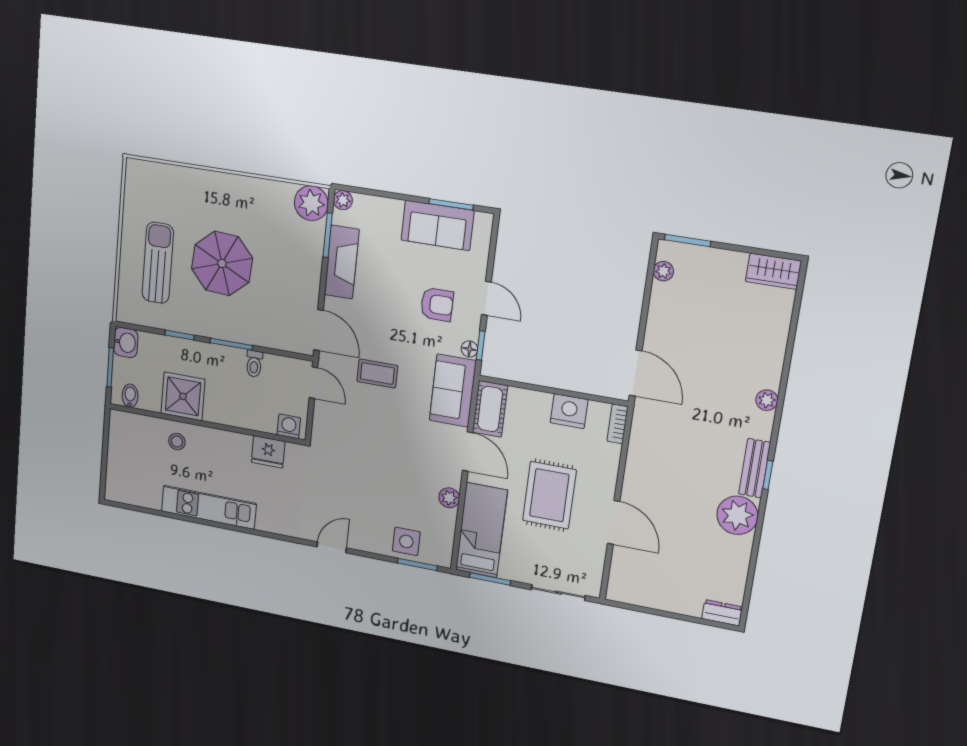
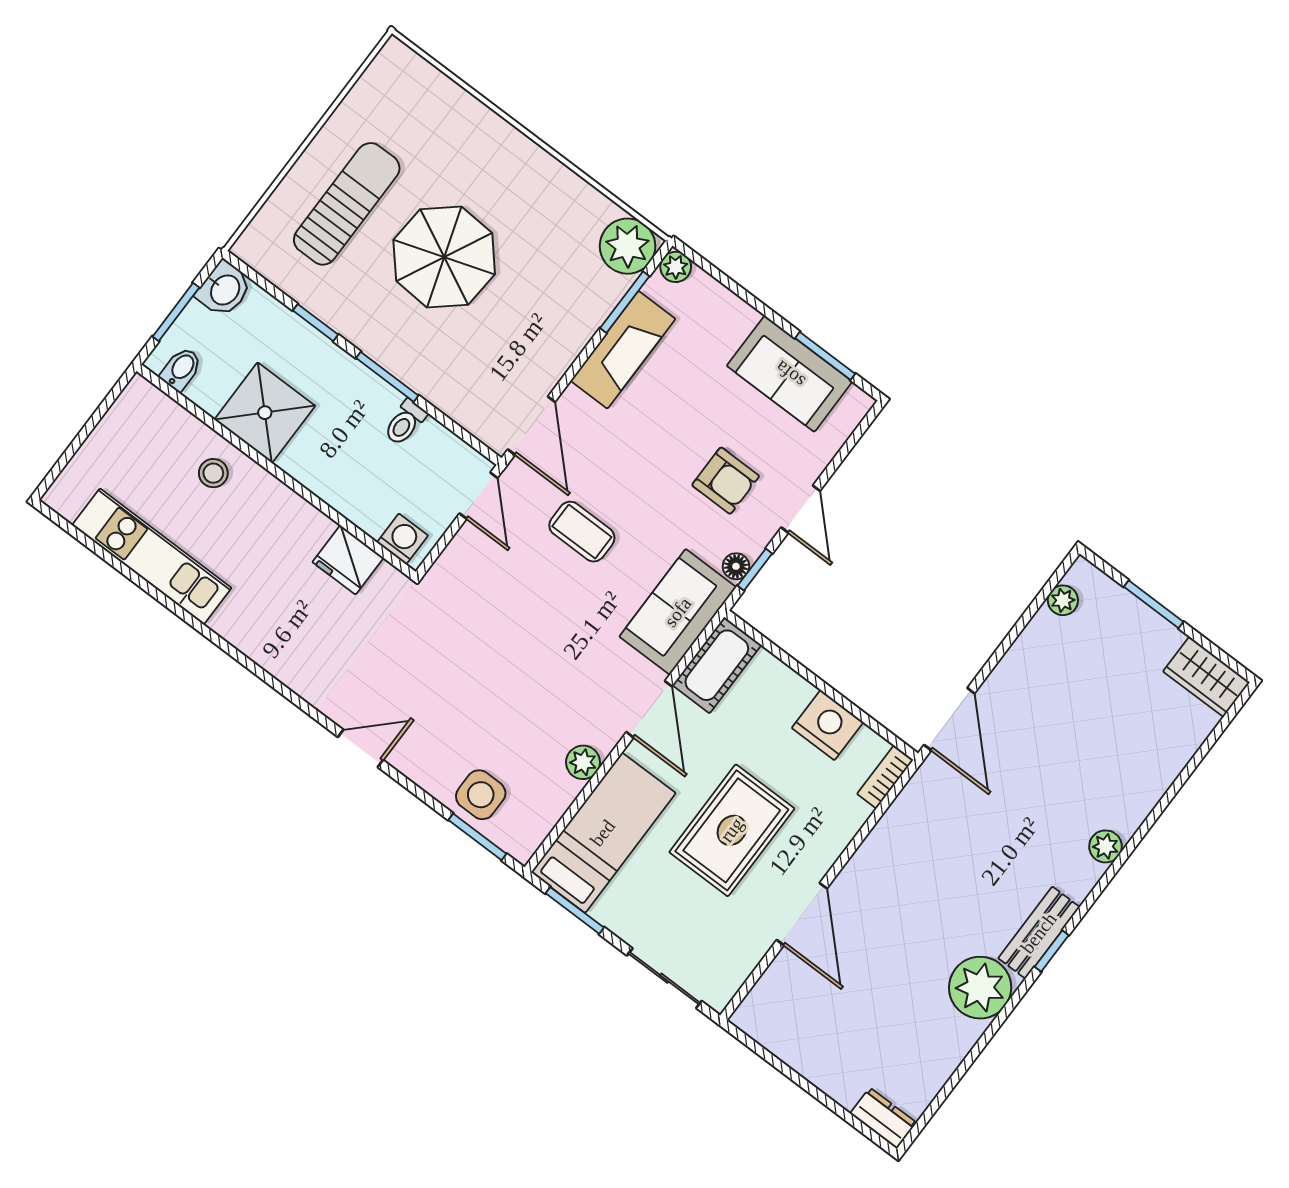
window: (688, 241) -> (1154, 604), moved
kitchen unit: (209, 507) -> (152, 556), moved

